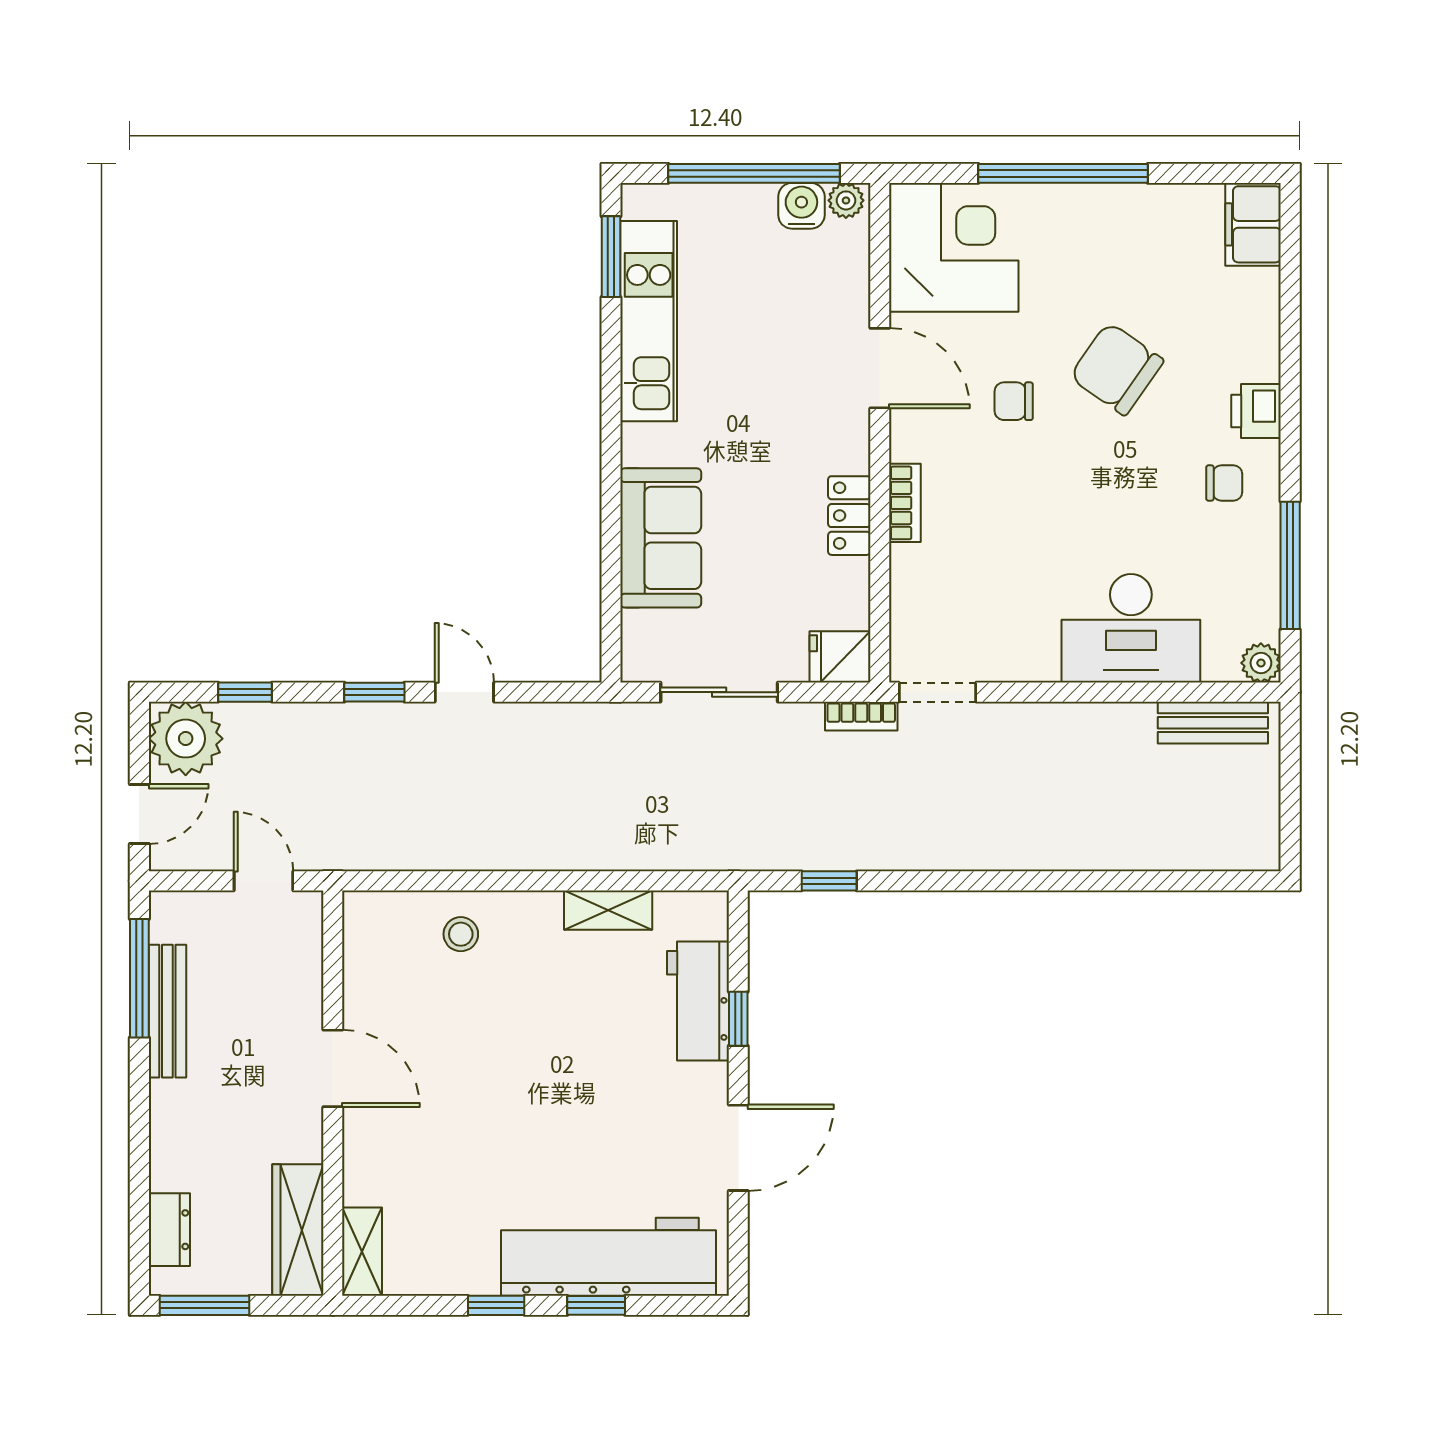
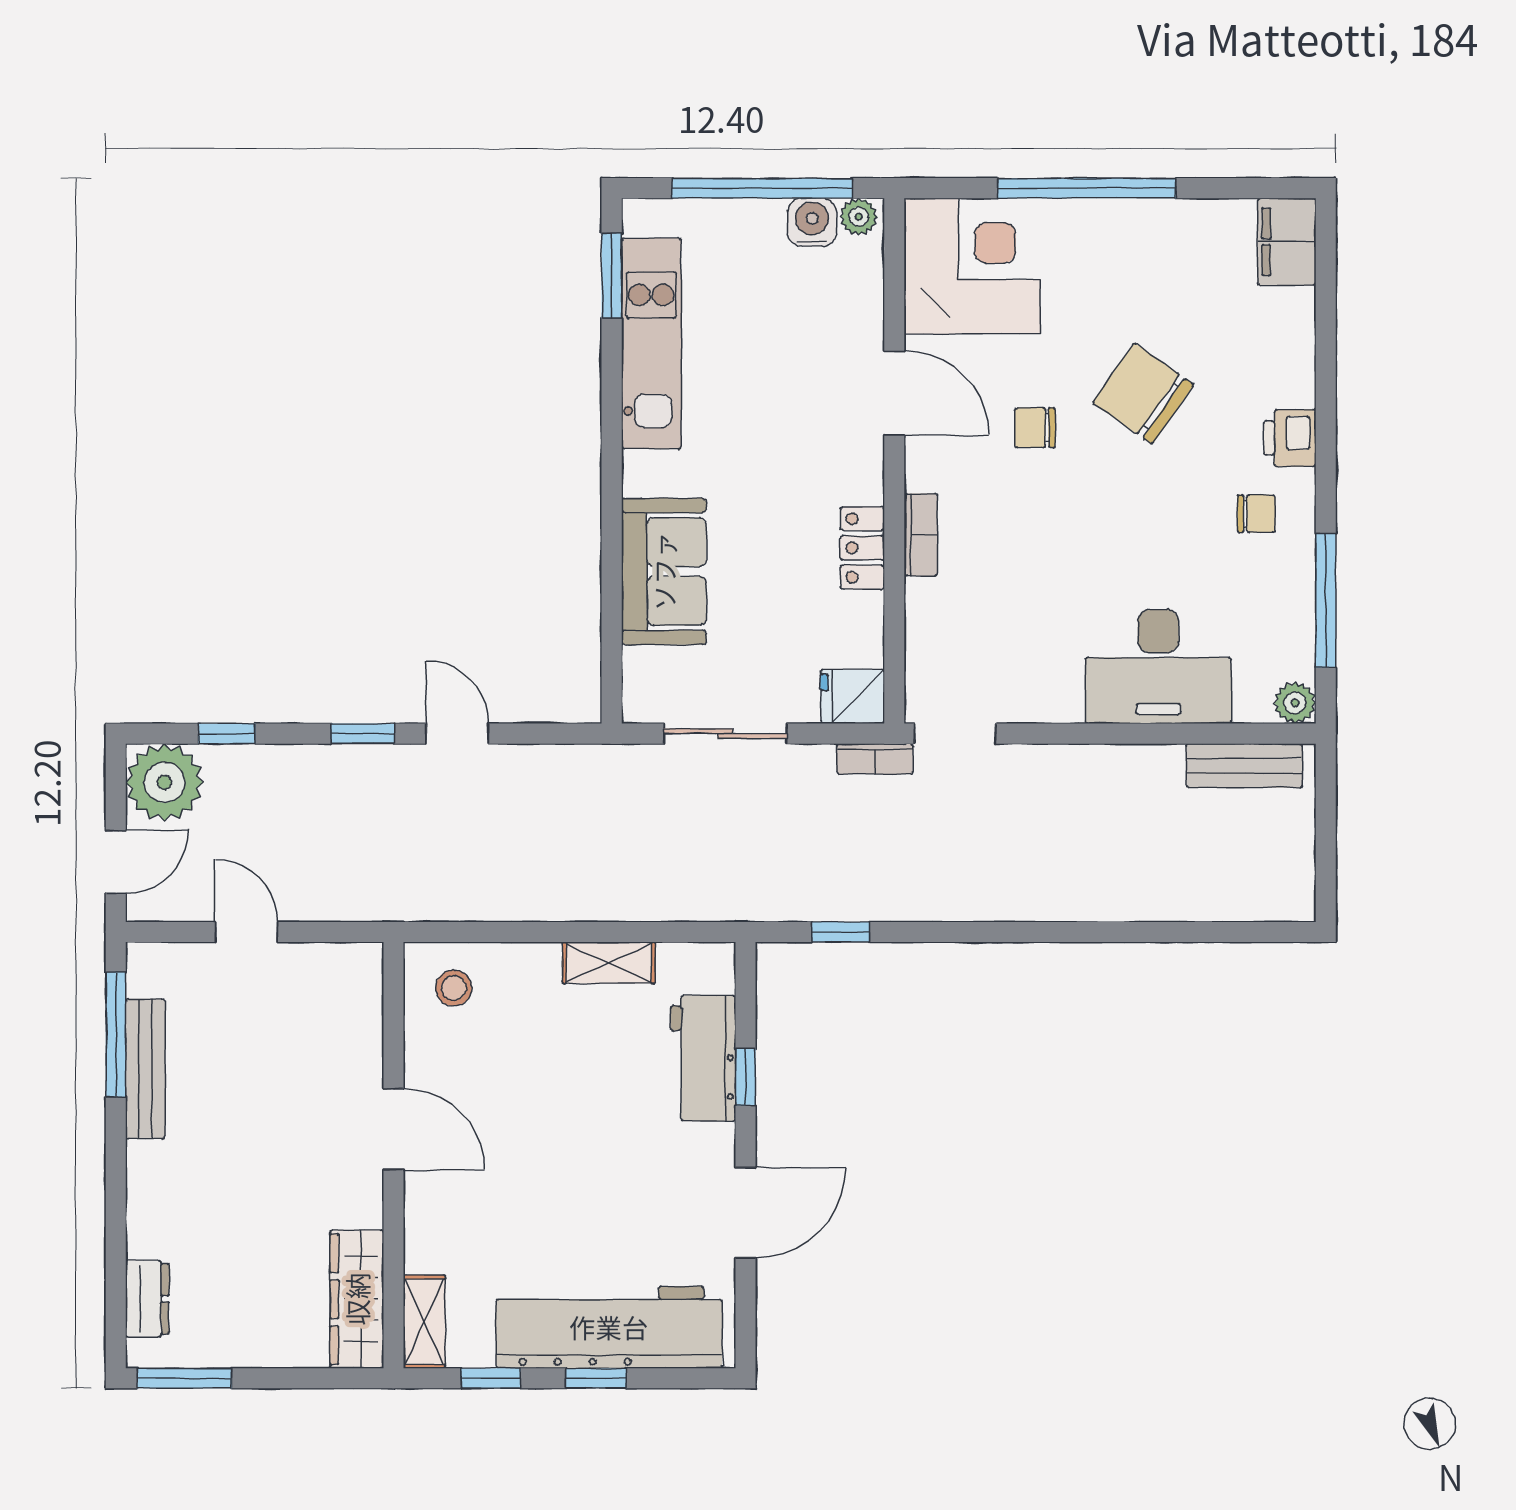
door: (333, 1068) -> (393, 1129), moved
wall: (333, 1093) -> (393, 1155), moved
wardrobe: (298, 1230) -> (357, 1299), moved
shelving: (362, 1252) -> (424, 1322), moved

